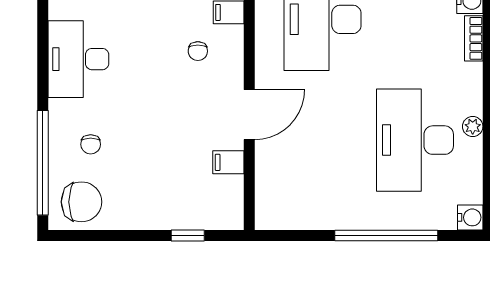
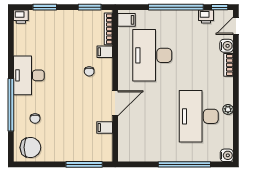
window: (43, 163) -> (11, 105), moved
window: (188, 235) -> (84, 164), width x2.17

